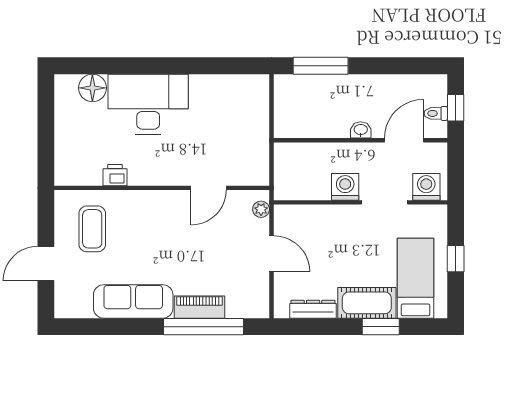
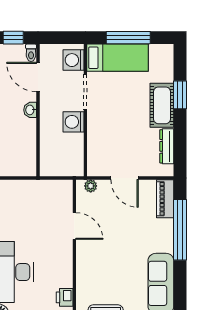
toilet: (436, 113) -> (31, 53), moved
door: (271, 254) -> (125, 178), swing flipped
window: (456, 259) -> (128, 38), width x2.17
bed: (416, 278) -> (118, 58), moved, turned 180
piano: (200, 307) -> (165, 199), moved

